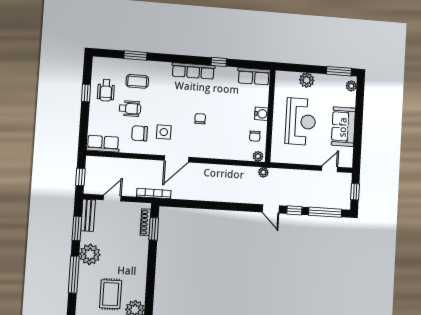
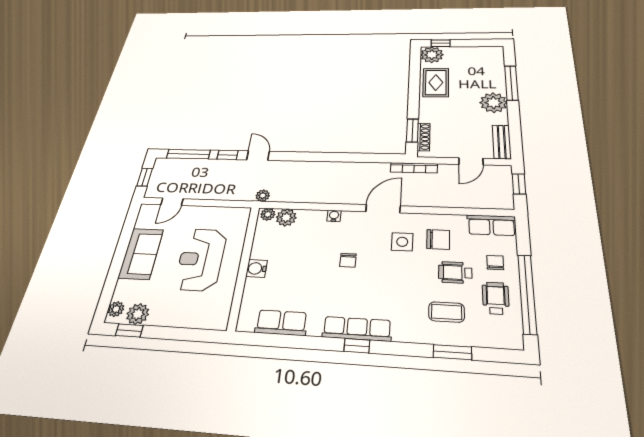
window: (219, 62) -> (357, 346), moved
window: (339, 71) -> (129, 331), width x0.67
row of seats: (254, 76) -> (281, 323), moved
plant: (307, 80) -> (138, 314), moved
window: (86, 93) -> (527, 294), width x3.17
chair: (255, 136) -> (495, 263), moved
plant: (245, 153) -> (286, 217), added
water cooler: (211, 154) -> (334, 216), added
window: (77, 228) -> (515, 128), removed
rug: (111, 294) -> (436, 82), moved

